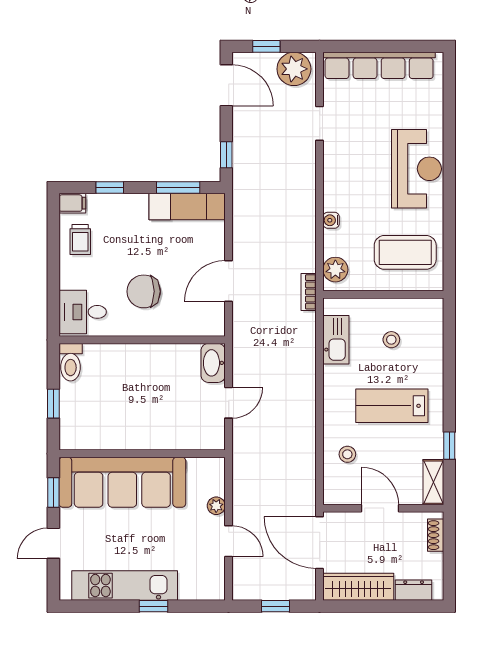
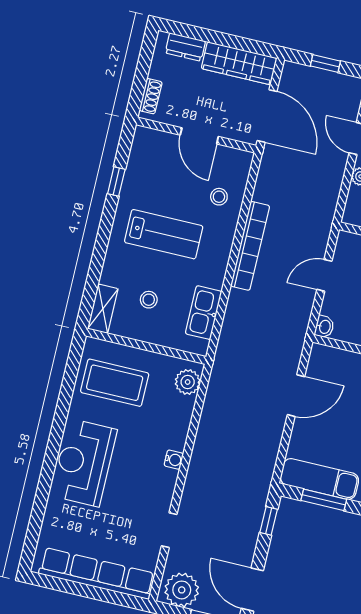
water cooler: (331, 220) -> (174, 460), moved
bookcase: (309, 292) -> (250, 246), moved, width x2.31, depth x1.31
washbasin: (213, 363) -> (324, 327), width x0.52, depth x0.69
shelving: (433, 482) -> (103, 309), moved

